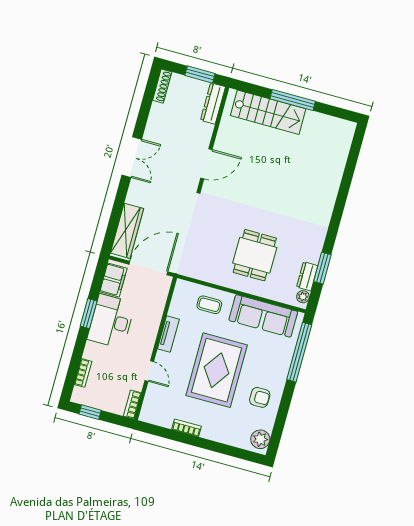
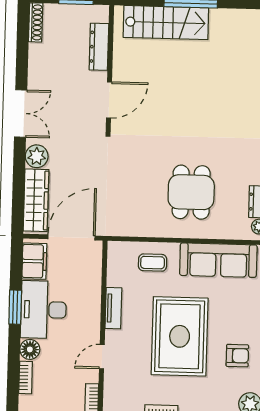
dresser: (213, 103) -> (99, 47), moved
plant: (136, 195) -> (37, 156), added
floor lamp: (92, 351) -> (30, 349), added
door: (149, 371) -> (102, 357), swing flipped

